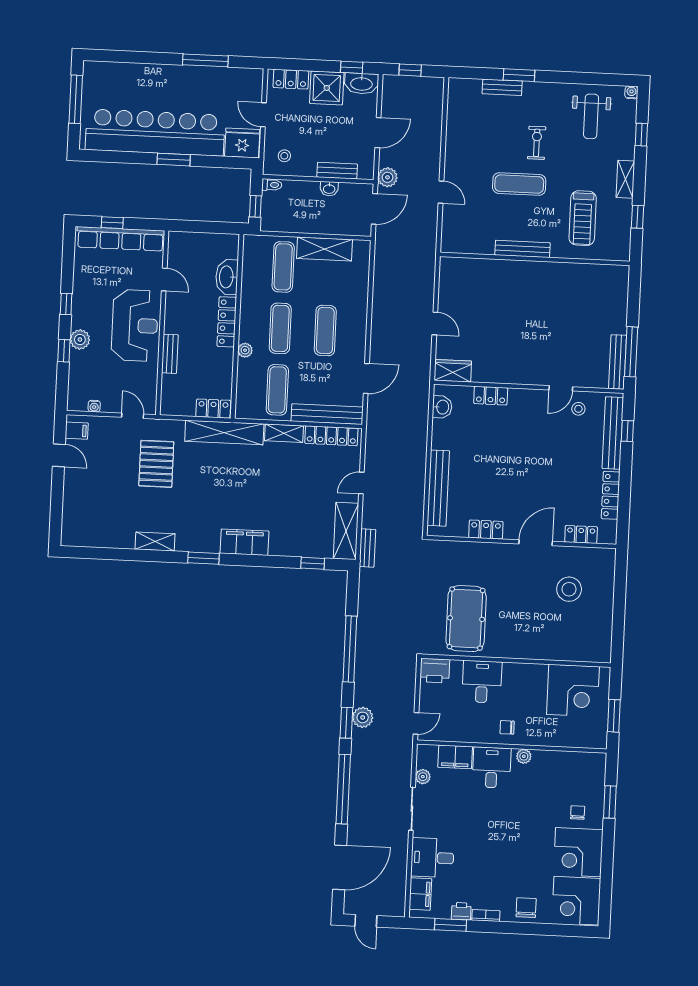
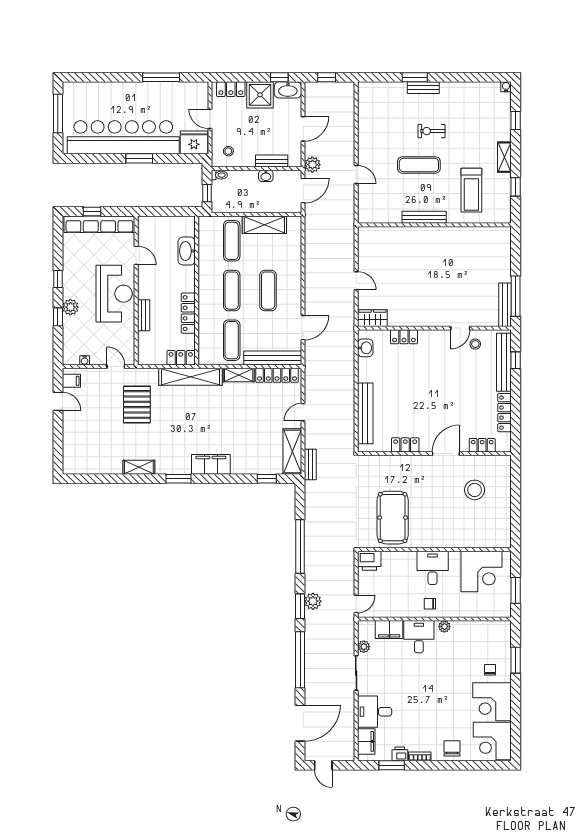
bench: (502, 87) -> (423, 88), moved
weight bench: (591, 116) -> (474, 108), removed
exercise bike: (537, 143) -> (431, 131), turned -90
locker: (227, 322) -> (188, 313), moved
plant: (245, 350) -> (204, 309), removed
desk: (482, 682) -> (433, 568), moved

